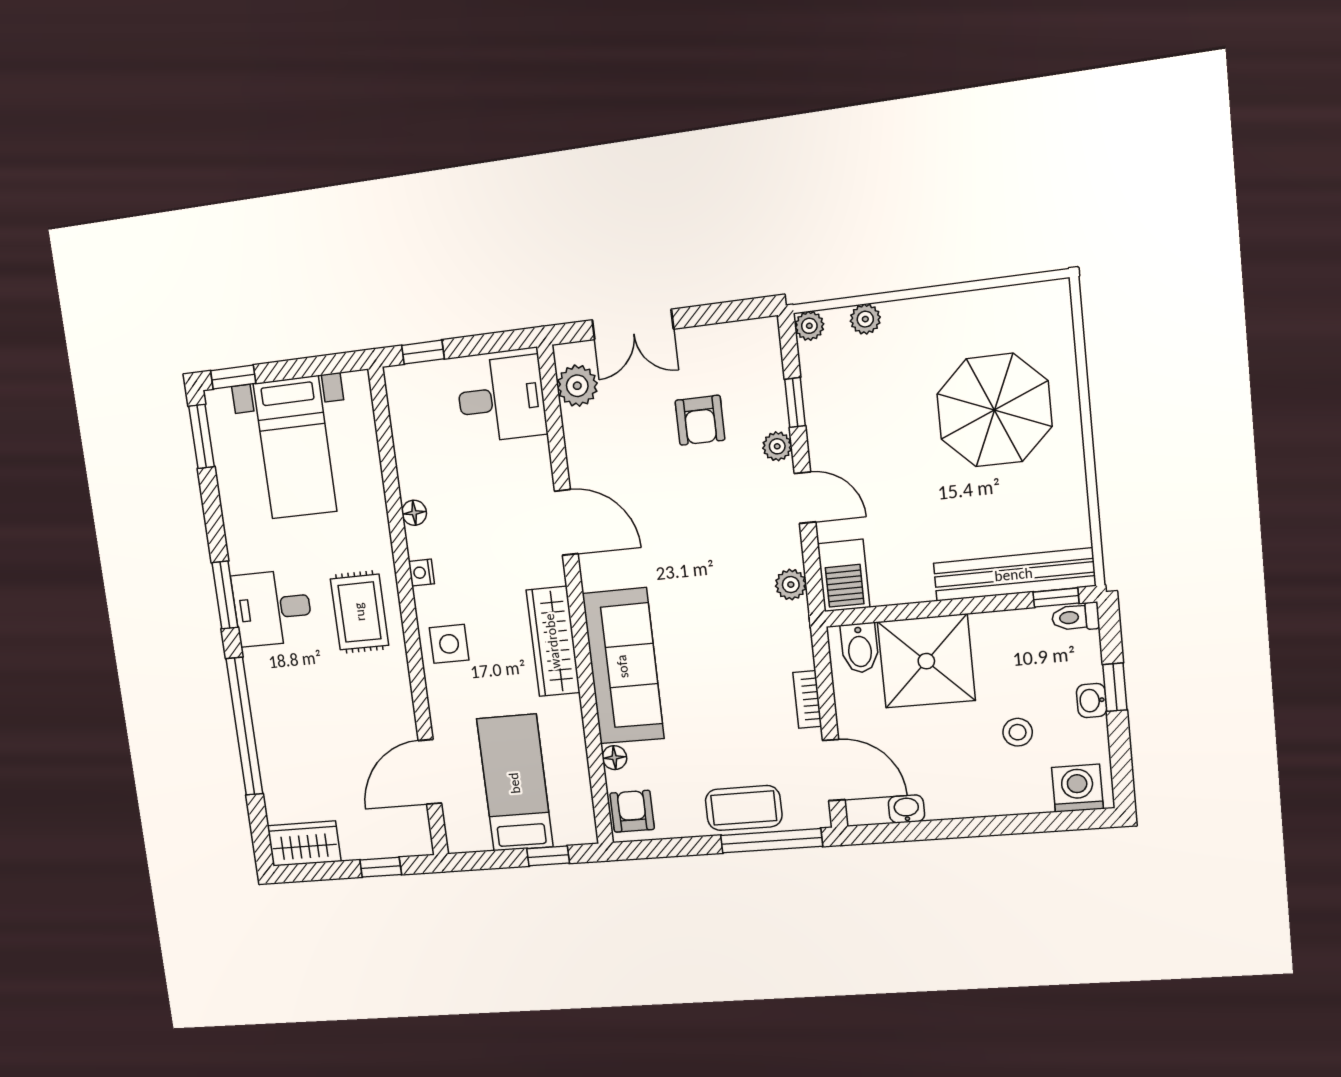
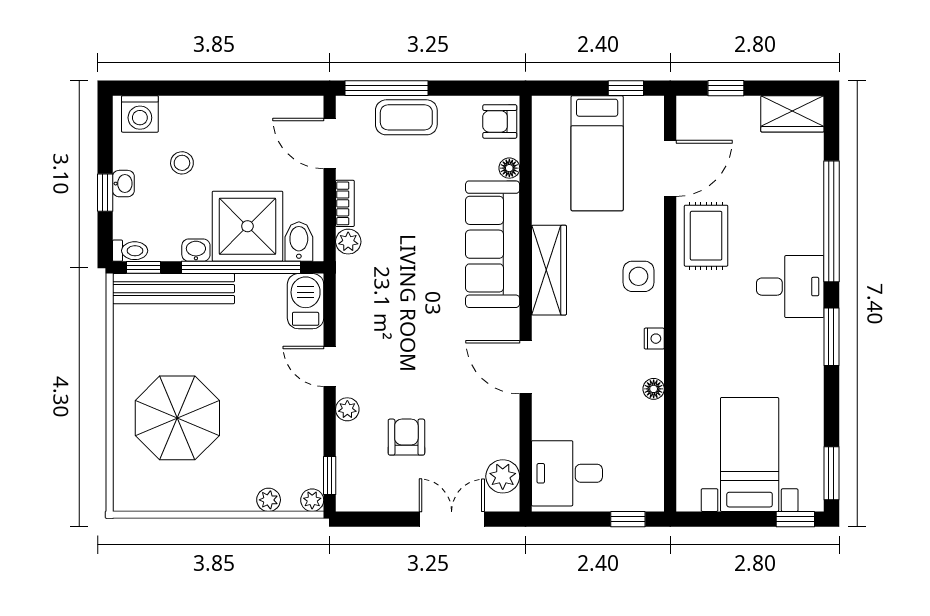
window: (795, 402) -> (330, 475), moved
plant: (791, 585) -> (348, 242), moved
desk: (272, 608) -> (790, 287), moved
window: (930, 609) -> (241, 267), added
rug: (360, 612) -> (706, 236), moved
washbasin: (906, 809) -> (196, 250), moved, turned 180
armchair: (632, 811) -> (500, 121), turned 90
window: (548, 856) -> (626, 88), moved

